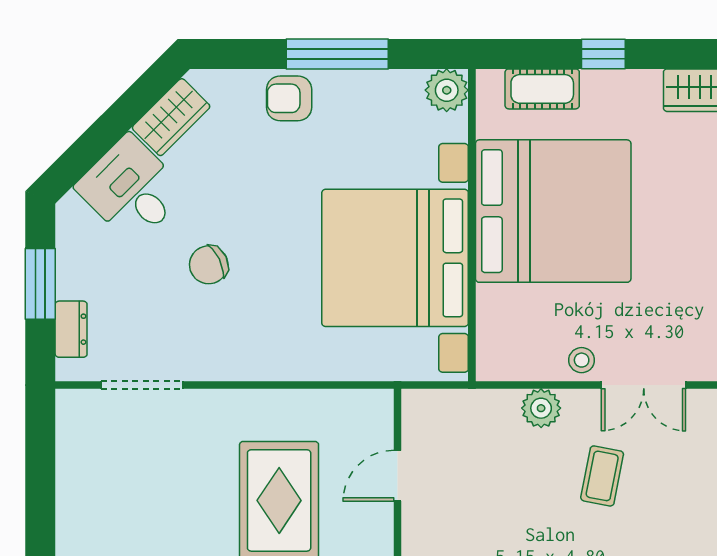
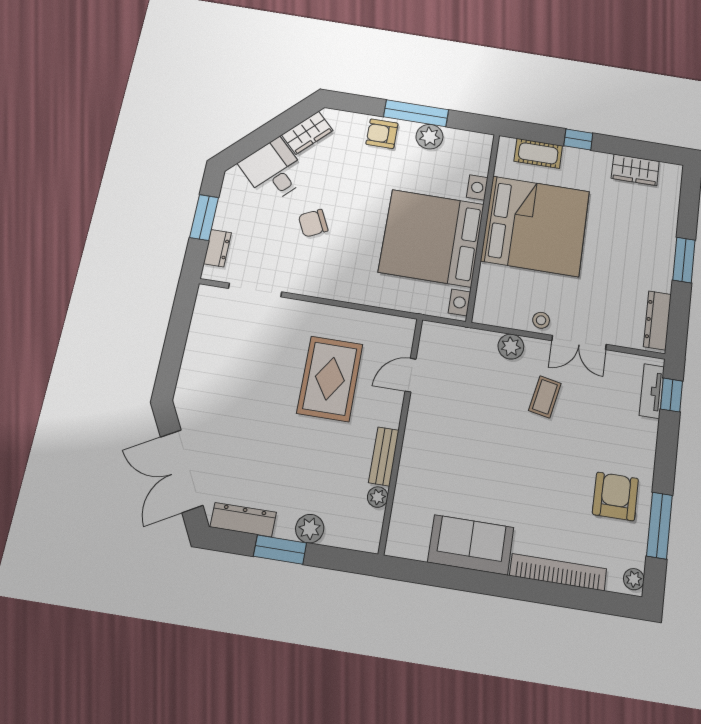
plant: (447, 90) -> (429, 137), moved

